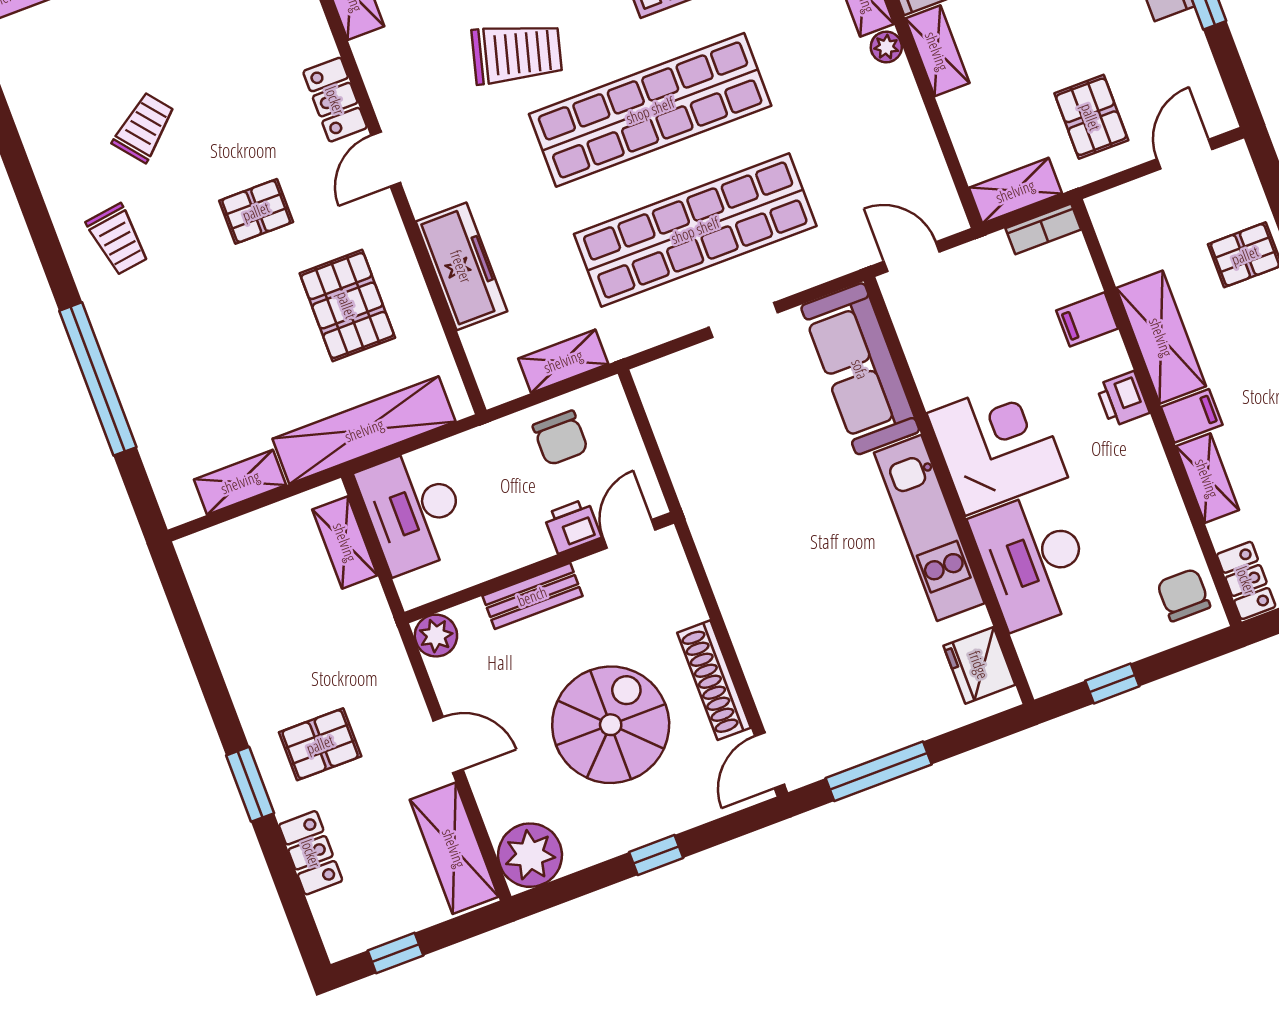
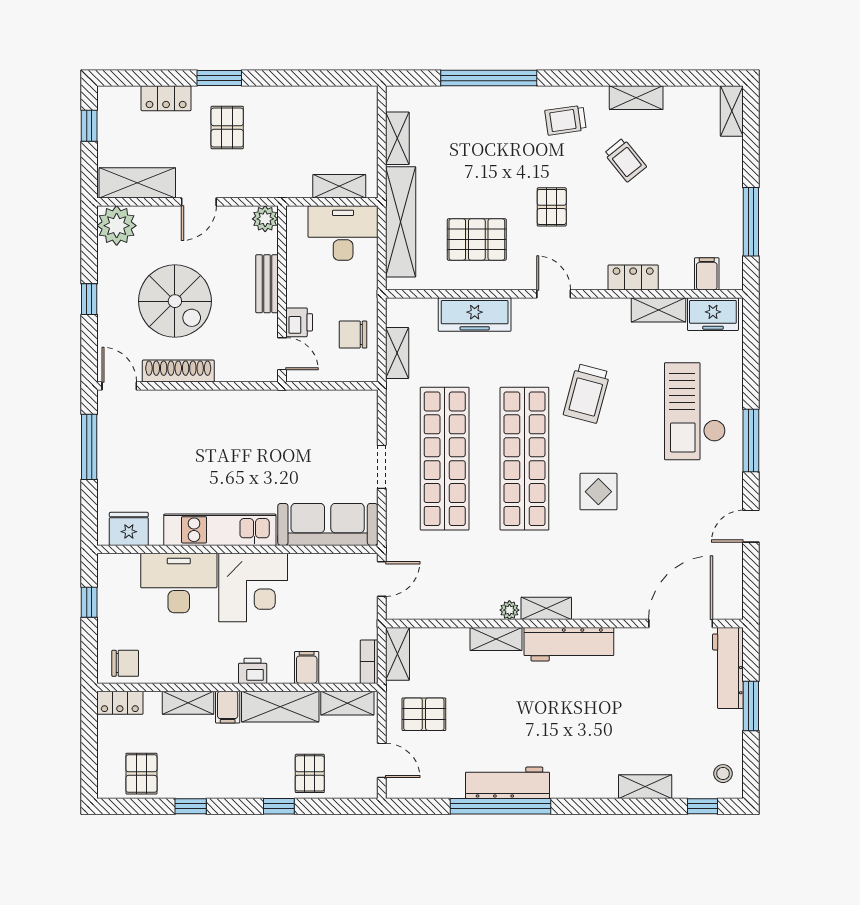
locker: (335, 100) -> (633, 277), moved
shelving: (44, 146) -> (636, 98), added
shelving: (1118, 238) -> (347, 703), added

